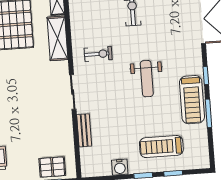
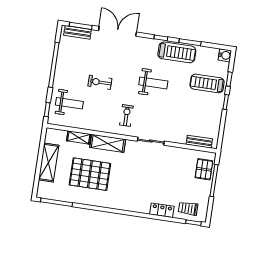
bench: (84, 130) -> (199, 142), moved
treadmill: (161, 147) -> (207, 83), turned 90
water cooler: (120, 167) -> (225, 55), moved

